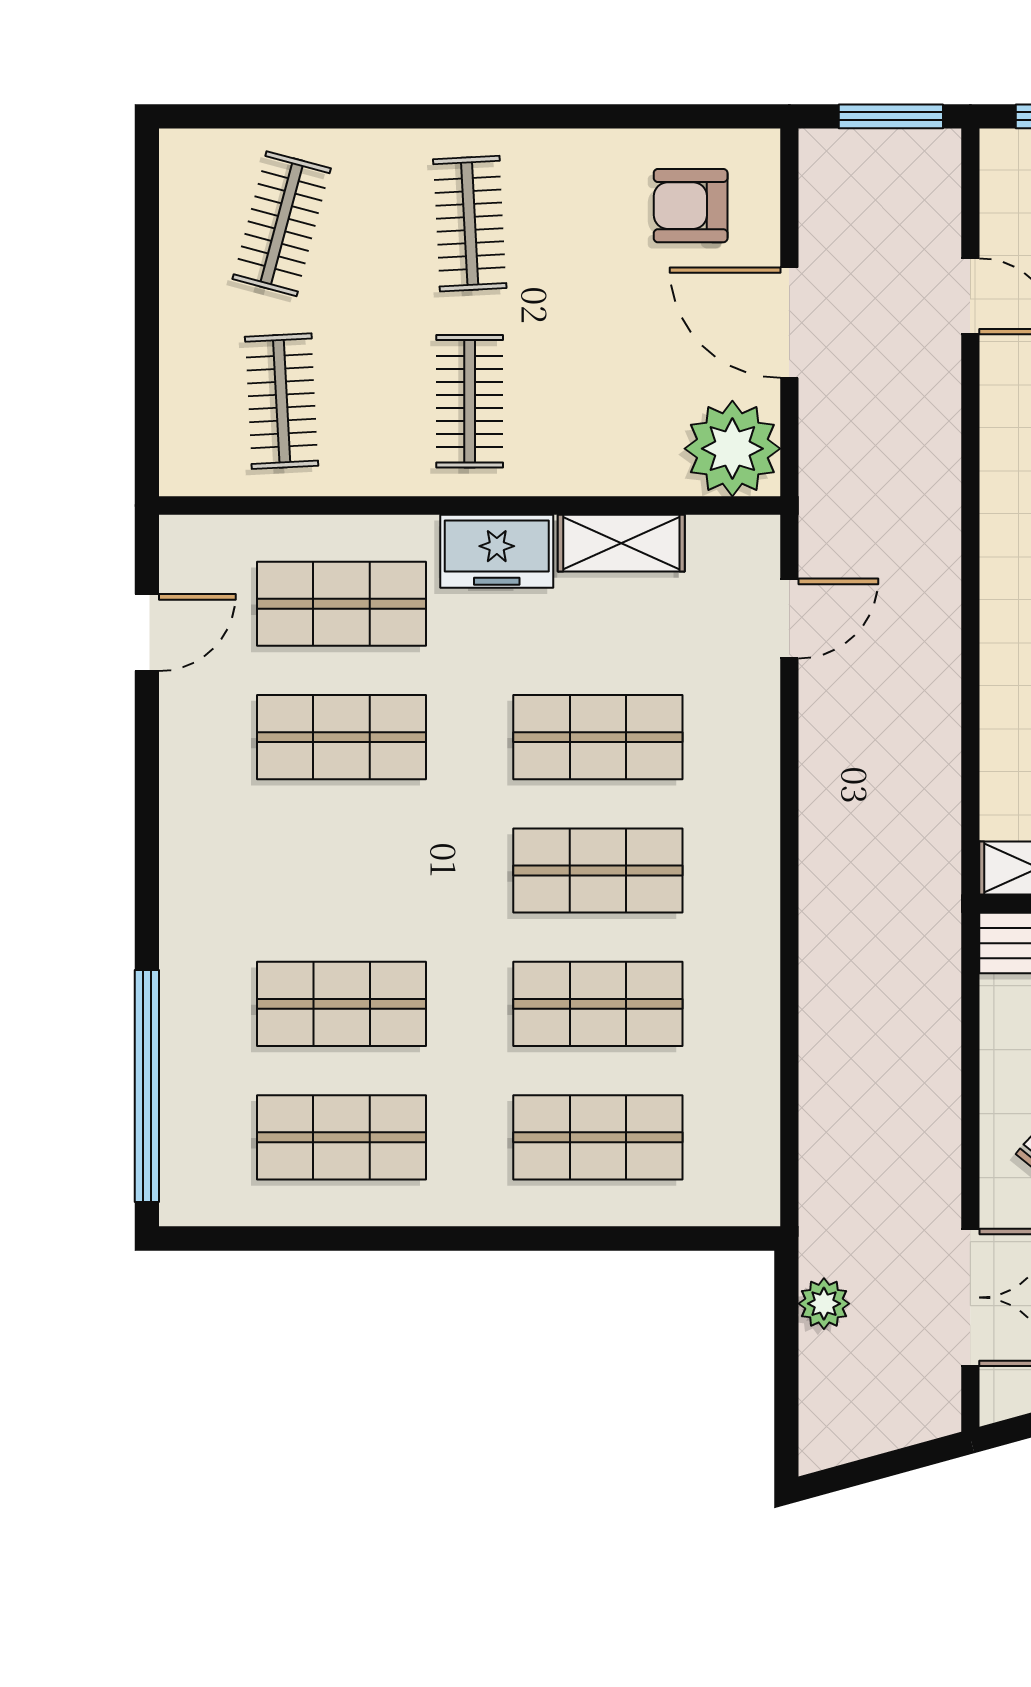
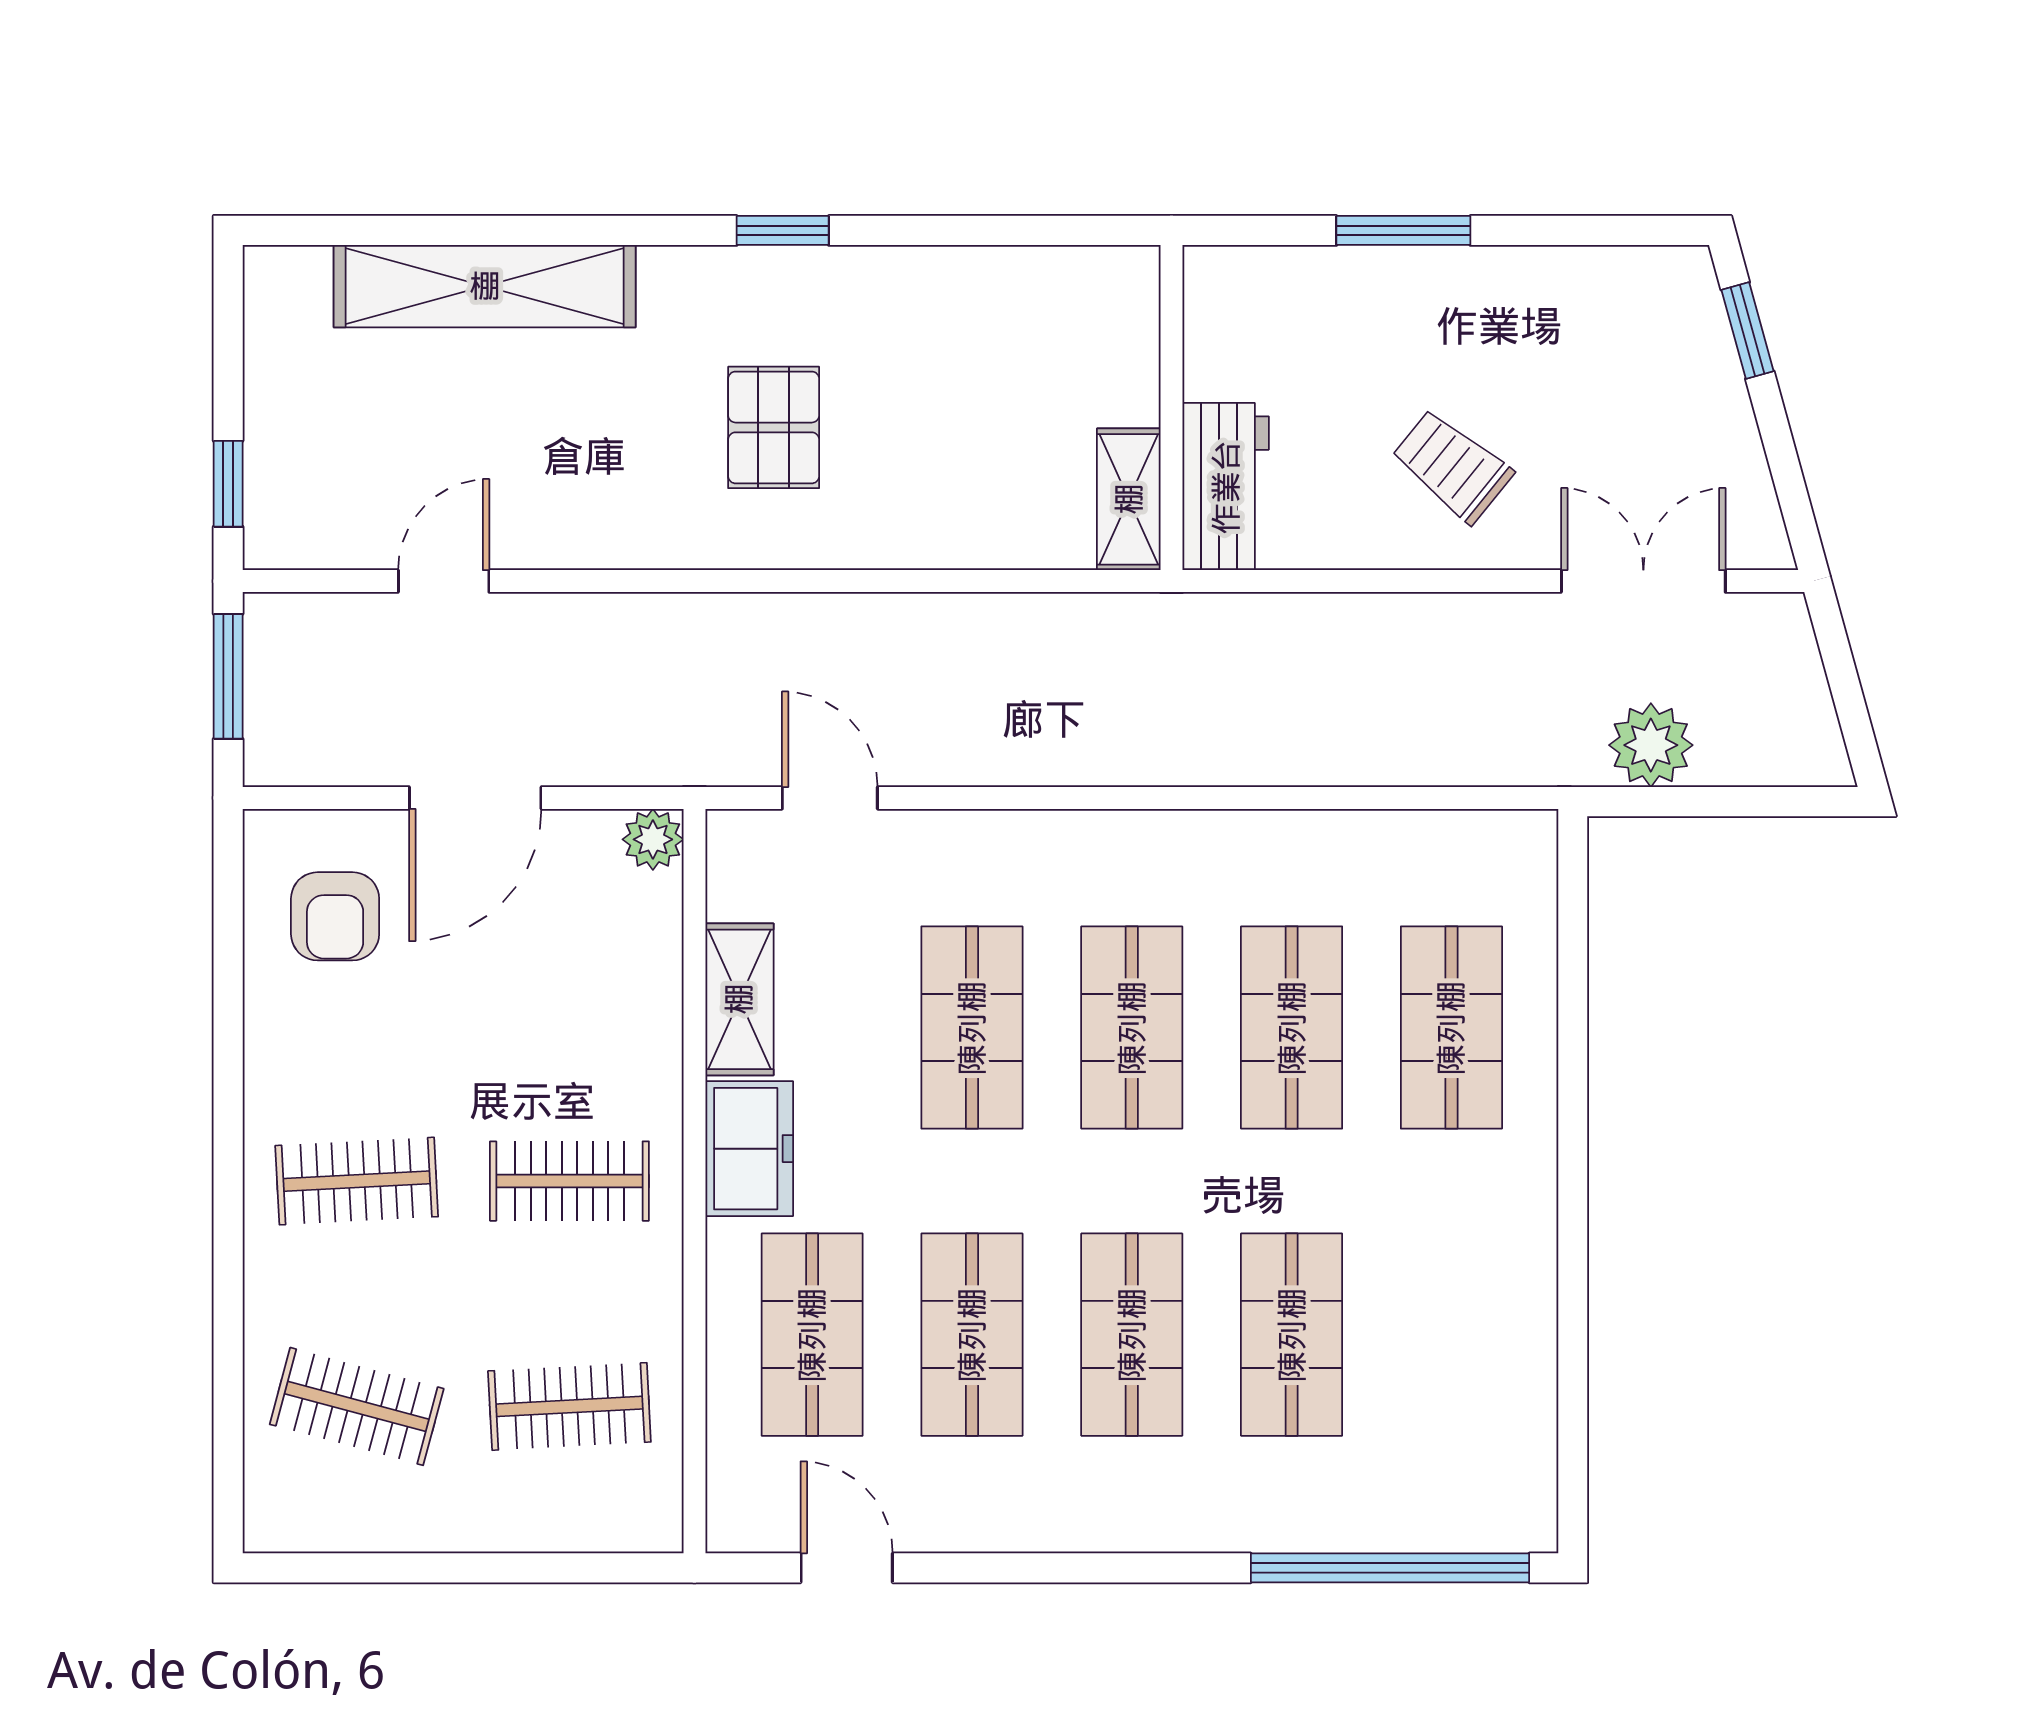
plant: (732, 449) -> (653, 839), width x0.53, depth x0.53
shop shelf: (342, 1137) -> (1132, 1335), moved
plant: (824, 1304) -> (1651, 745), width x1.38, depth x1.38

